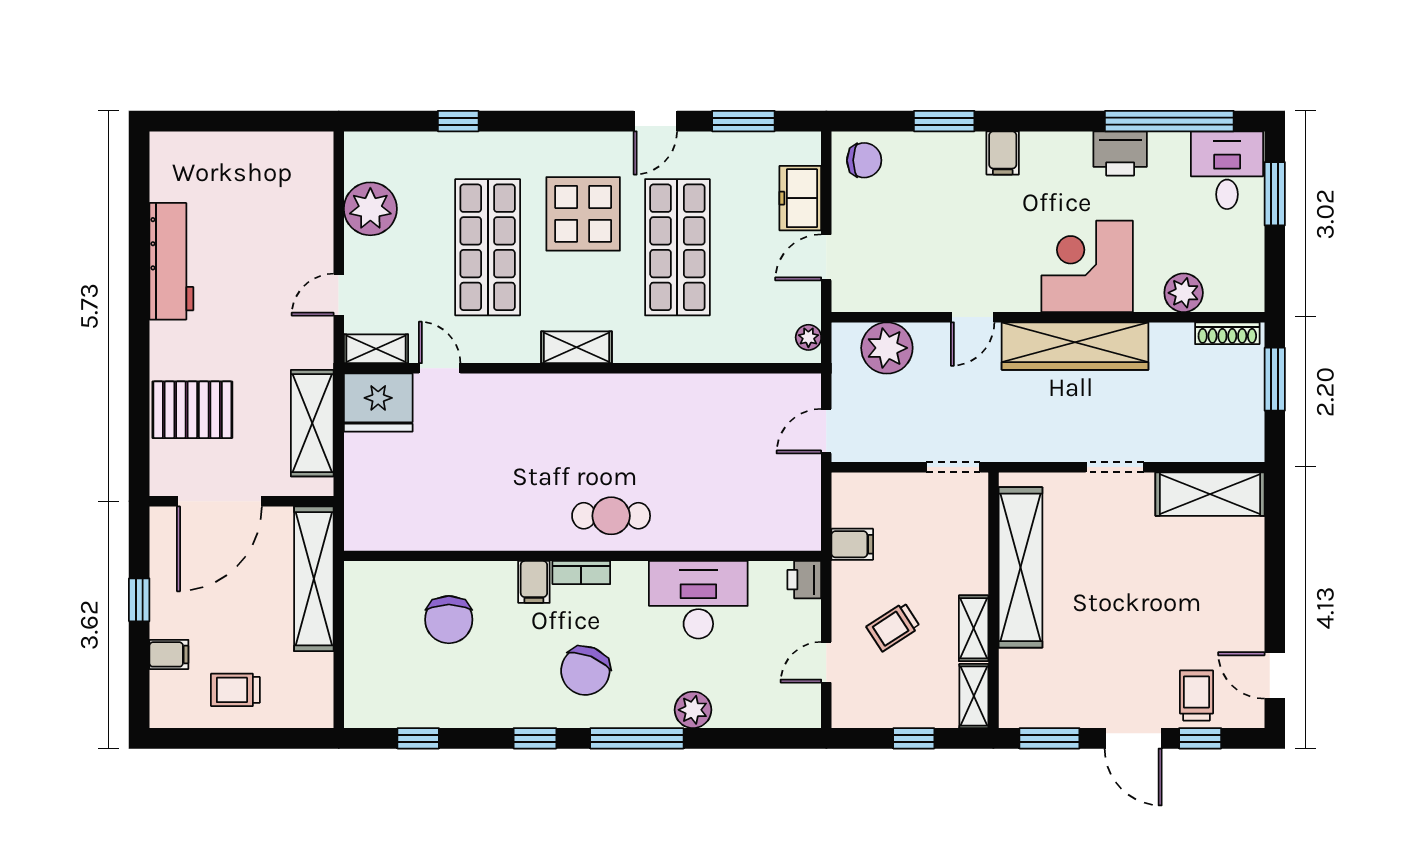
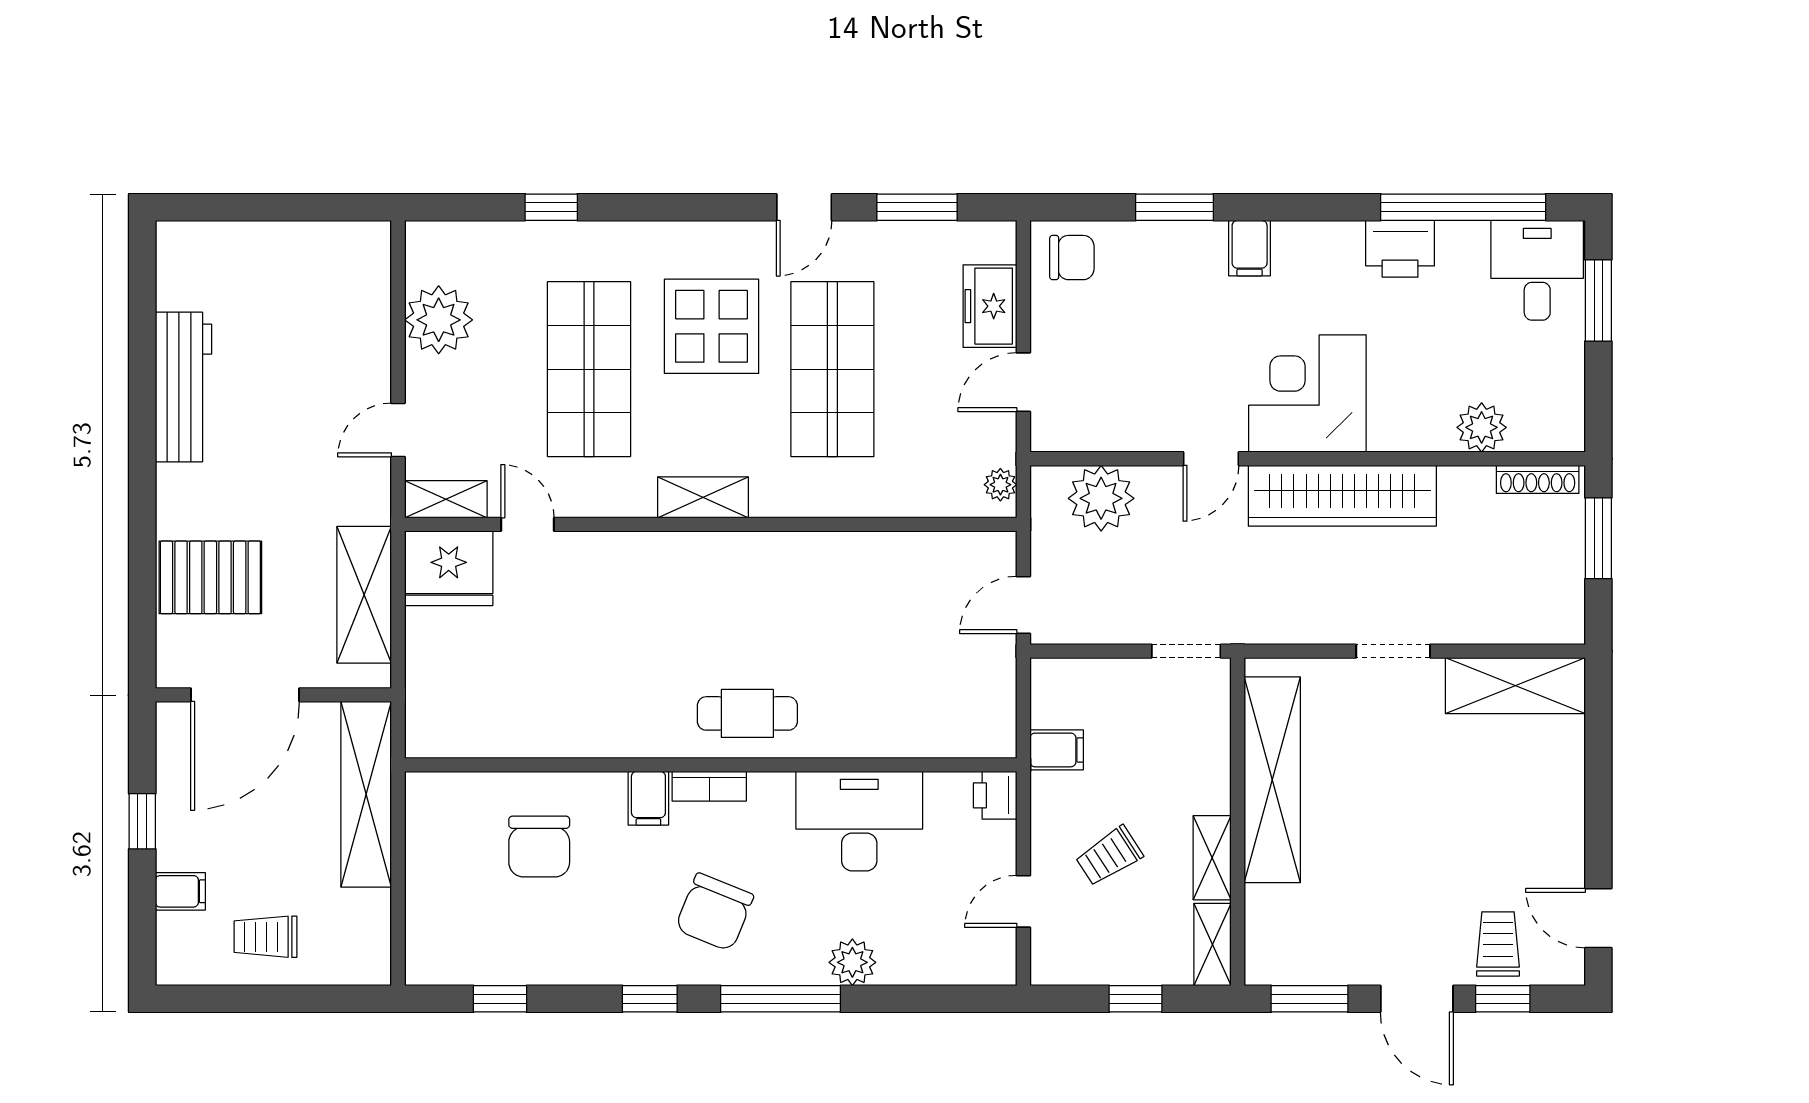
corner desk: (1087, 266) -> (1307, 393), moved

